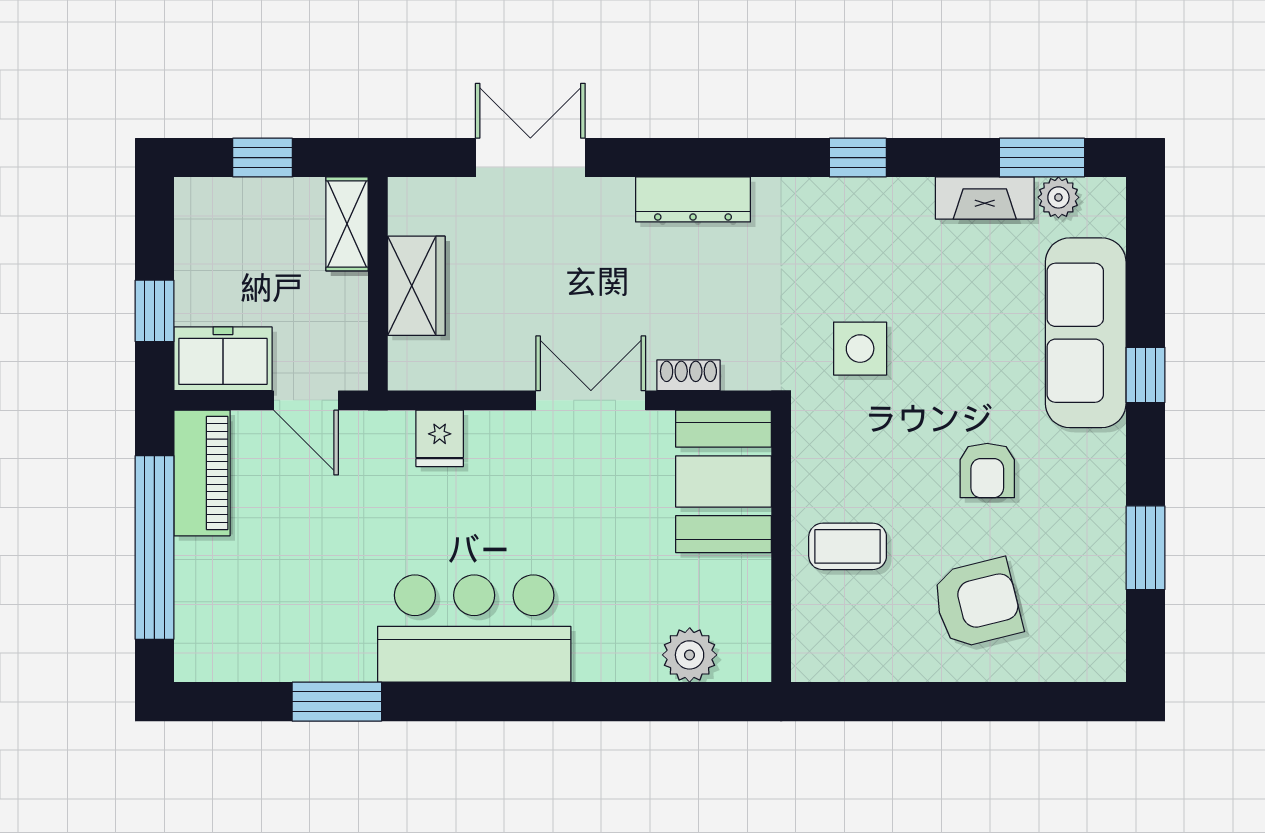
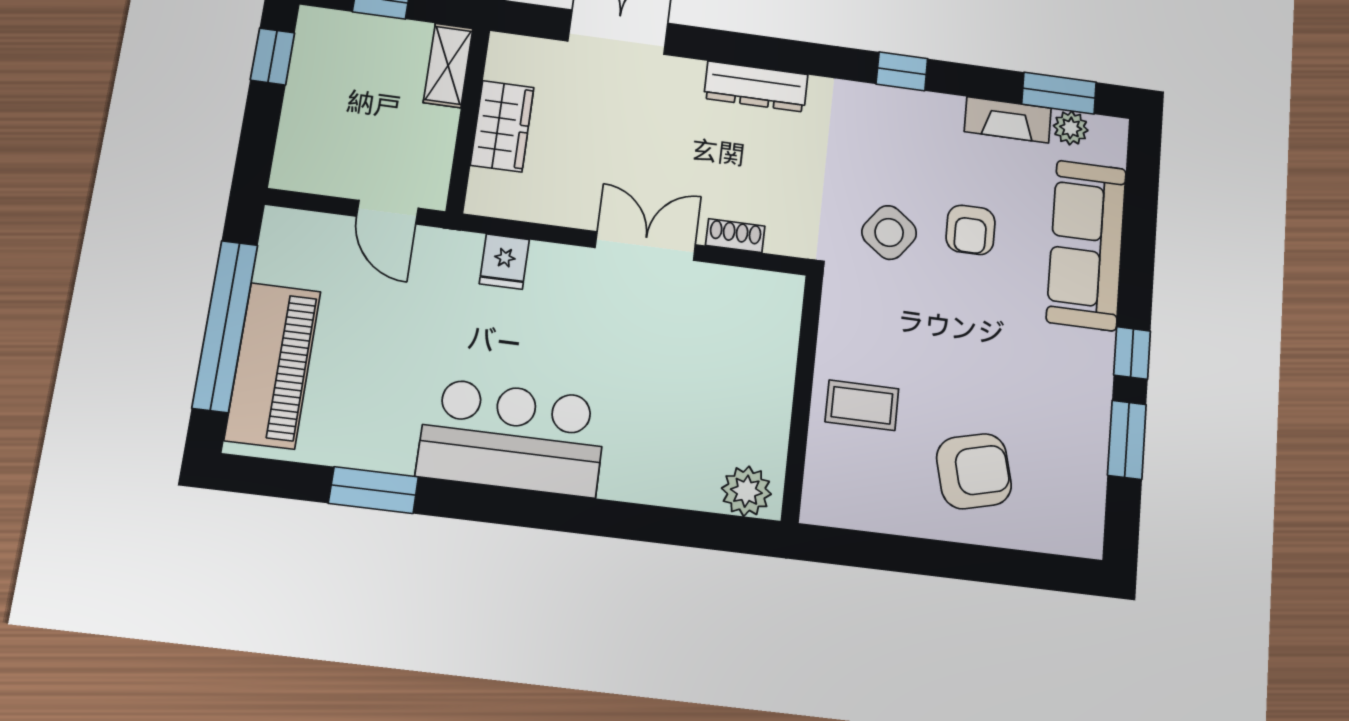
window: (154, 311) -> (273, 56), moved
side table: (860, 349) -> (889, 232), turned 37
freezer: (223, 359) -> (317, 166), removed
window: (1145, 375) -> (1132, 353), moved
armchair: (987, 471) -> (971, 230), moved
piano: (202, 473) -> (273, 365), moved, width x1.37, depth x1.33
booth: (724, 481) -> (756, 333), removed
plant: (690, 655) -> (746, 491), moved

